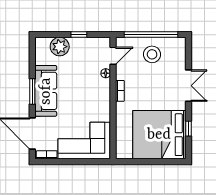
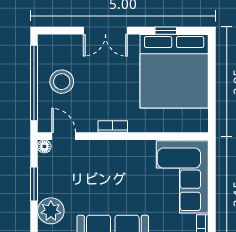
window: (79, 35) -> (34, 184), width x1.50
floor lamp: (106, 73) -> (44, 146), moved
double door: (188, 86) -> (105, 31), swing flipped

